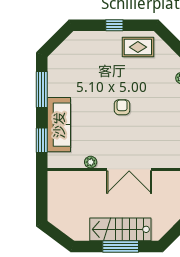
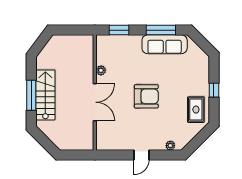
armchair: (122, 107) -> (146, 96), width x1.88, depth x1.88
sofa: (59, 125) -> (165, 44), moved
double door: (129, 169) -> (95, 102), swing flipped

